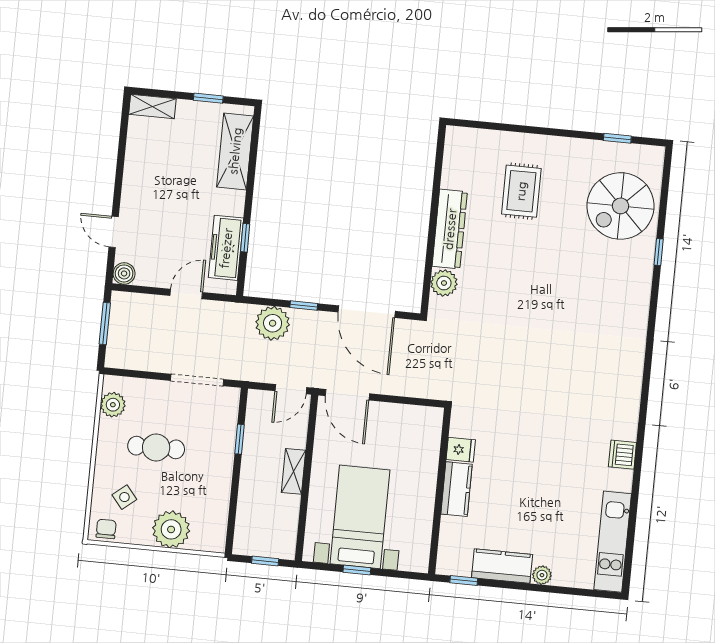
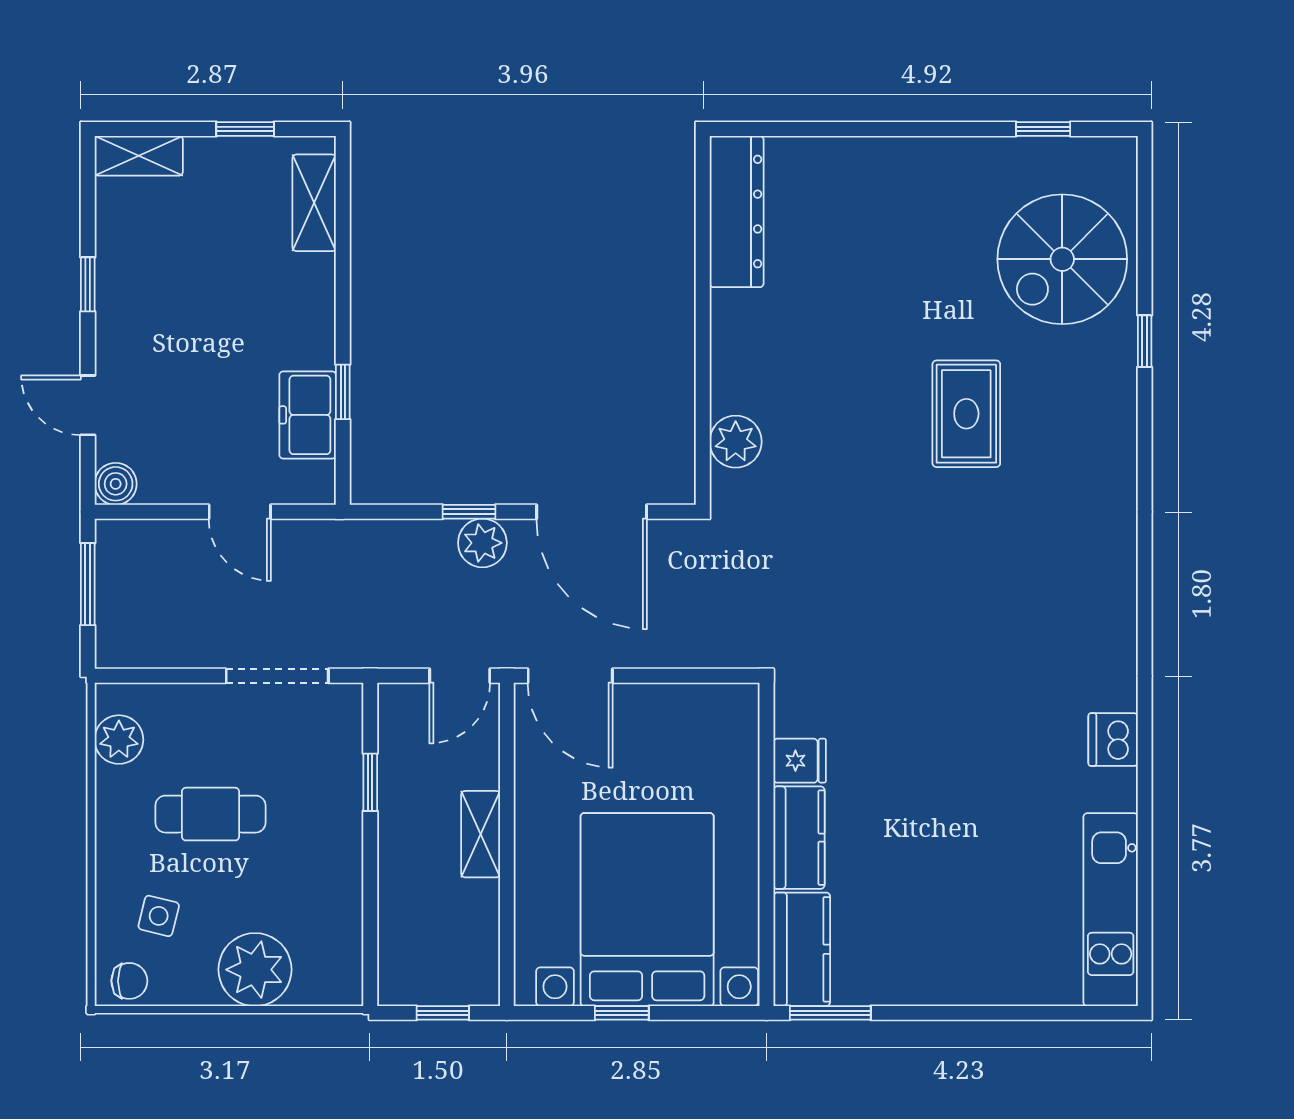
shelving: (235, 151) -> (314, 203), width x0.67, depth x0.75
window: (120, 170) -> (88, 284), added
rug: (521, 191) -> (966, 414), moved
dresser: (450, 229) -> (737, 212), moved
freezer: (226, 248) -> (308, 415), width x0.71
door: (186, 294) -> (240, 512), swing flipped
plant: (273, 323) -> (482, 543), moved, width x0.73, depth x0.73
side table: (124, 497) -> (159, 916), turned -37
bed with nightstands: (360, 517) -> (647, 910), width x1.36
chair: (106, 529) -> (129, 981), turned 90
kitchen counter: (502, 566) -> (802, 949), moved, turned 90
plant: (542, 575) -> (980, 988), removed
window: (464, 581) -> (830, 1013), width x1.50

